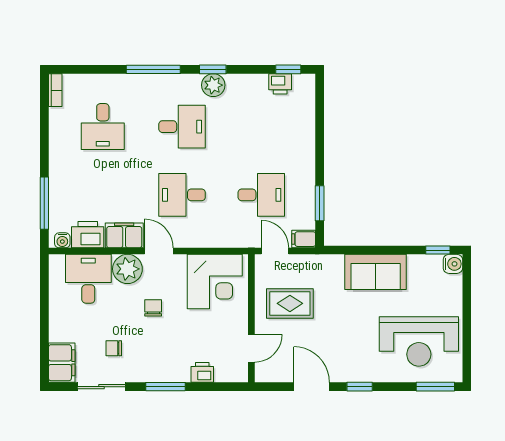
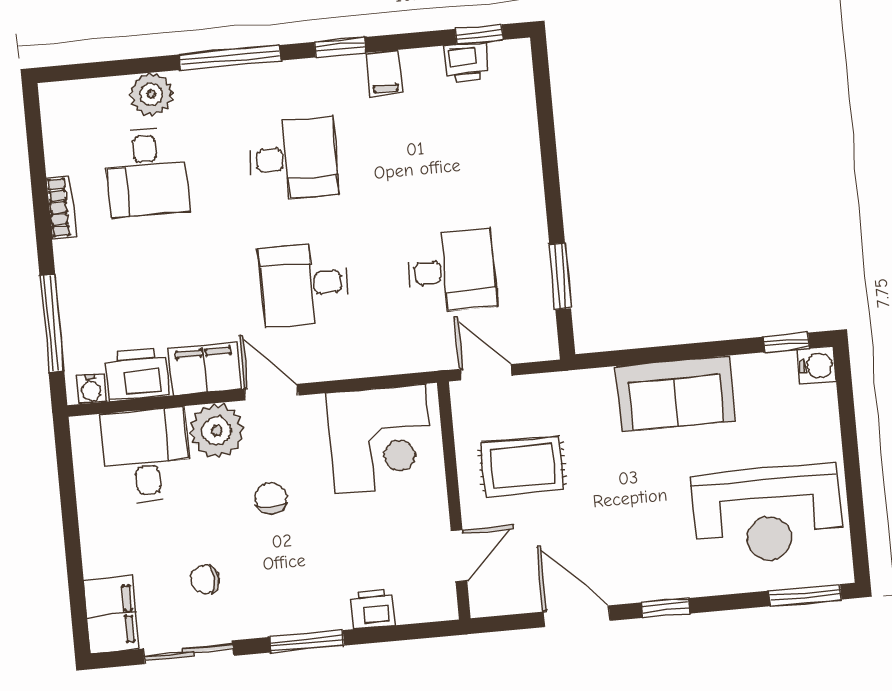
plant: (213, 85) -> (151, 94), moved
bookcase: (55, 90) -> (61, 207), moved
filing cabinet: (304, 239) -> (384, 73), moved, turned -90

